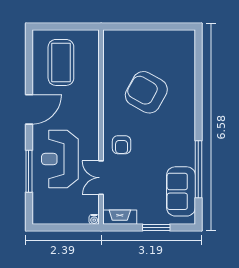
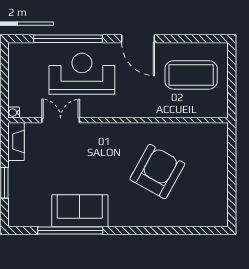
armchair: (122, 145) -> (98, 144), removed
window: (29, 171) -> (68, 39), width x1.46
sofa: (181, 191) -> (80, 211), moved

